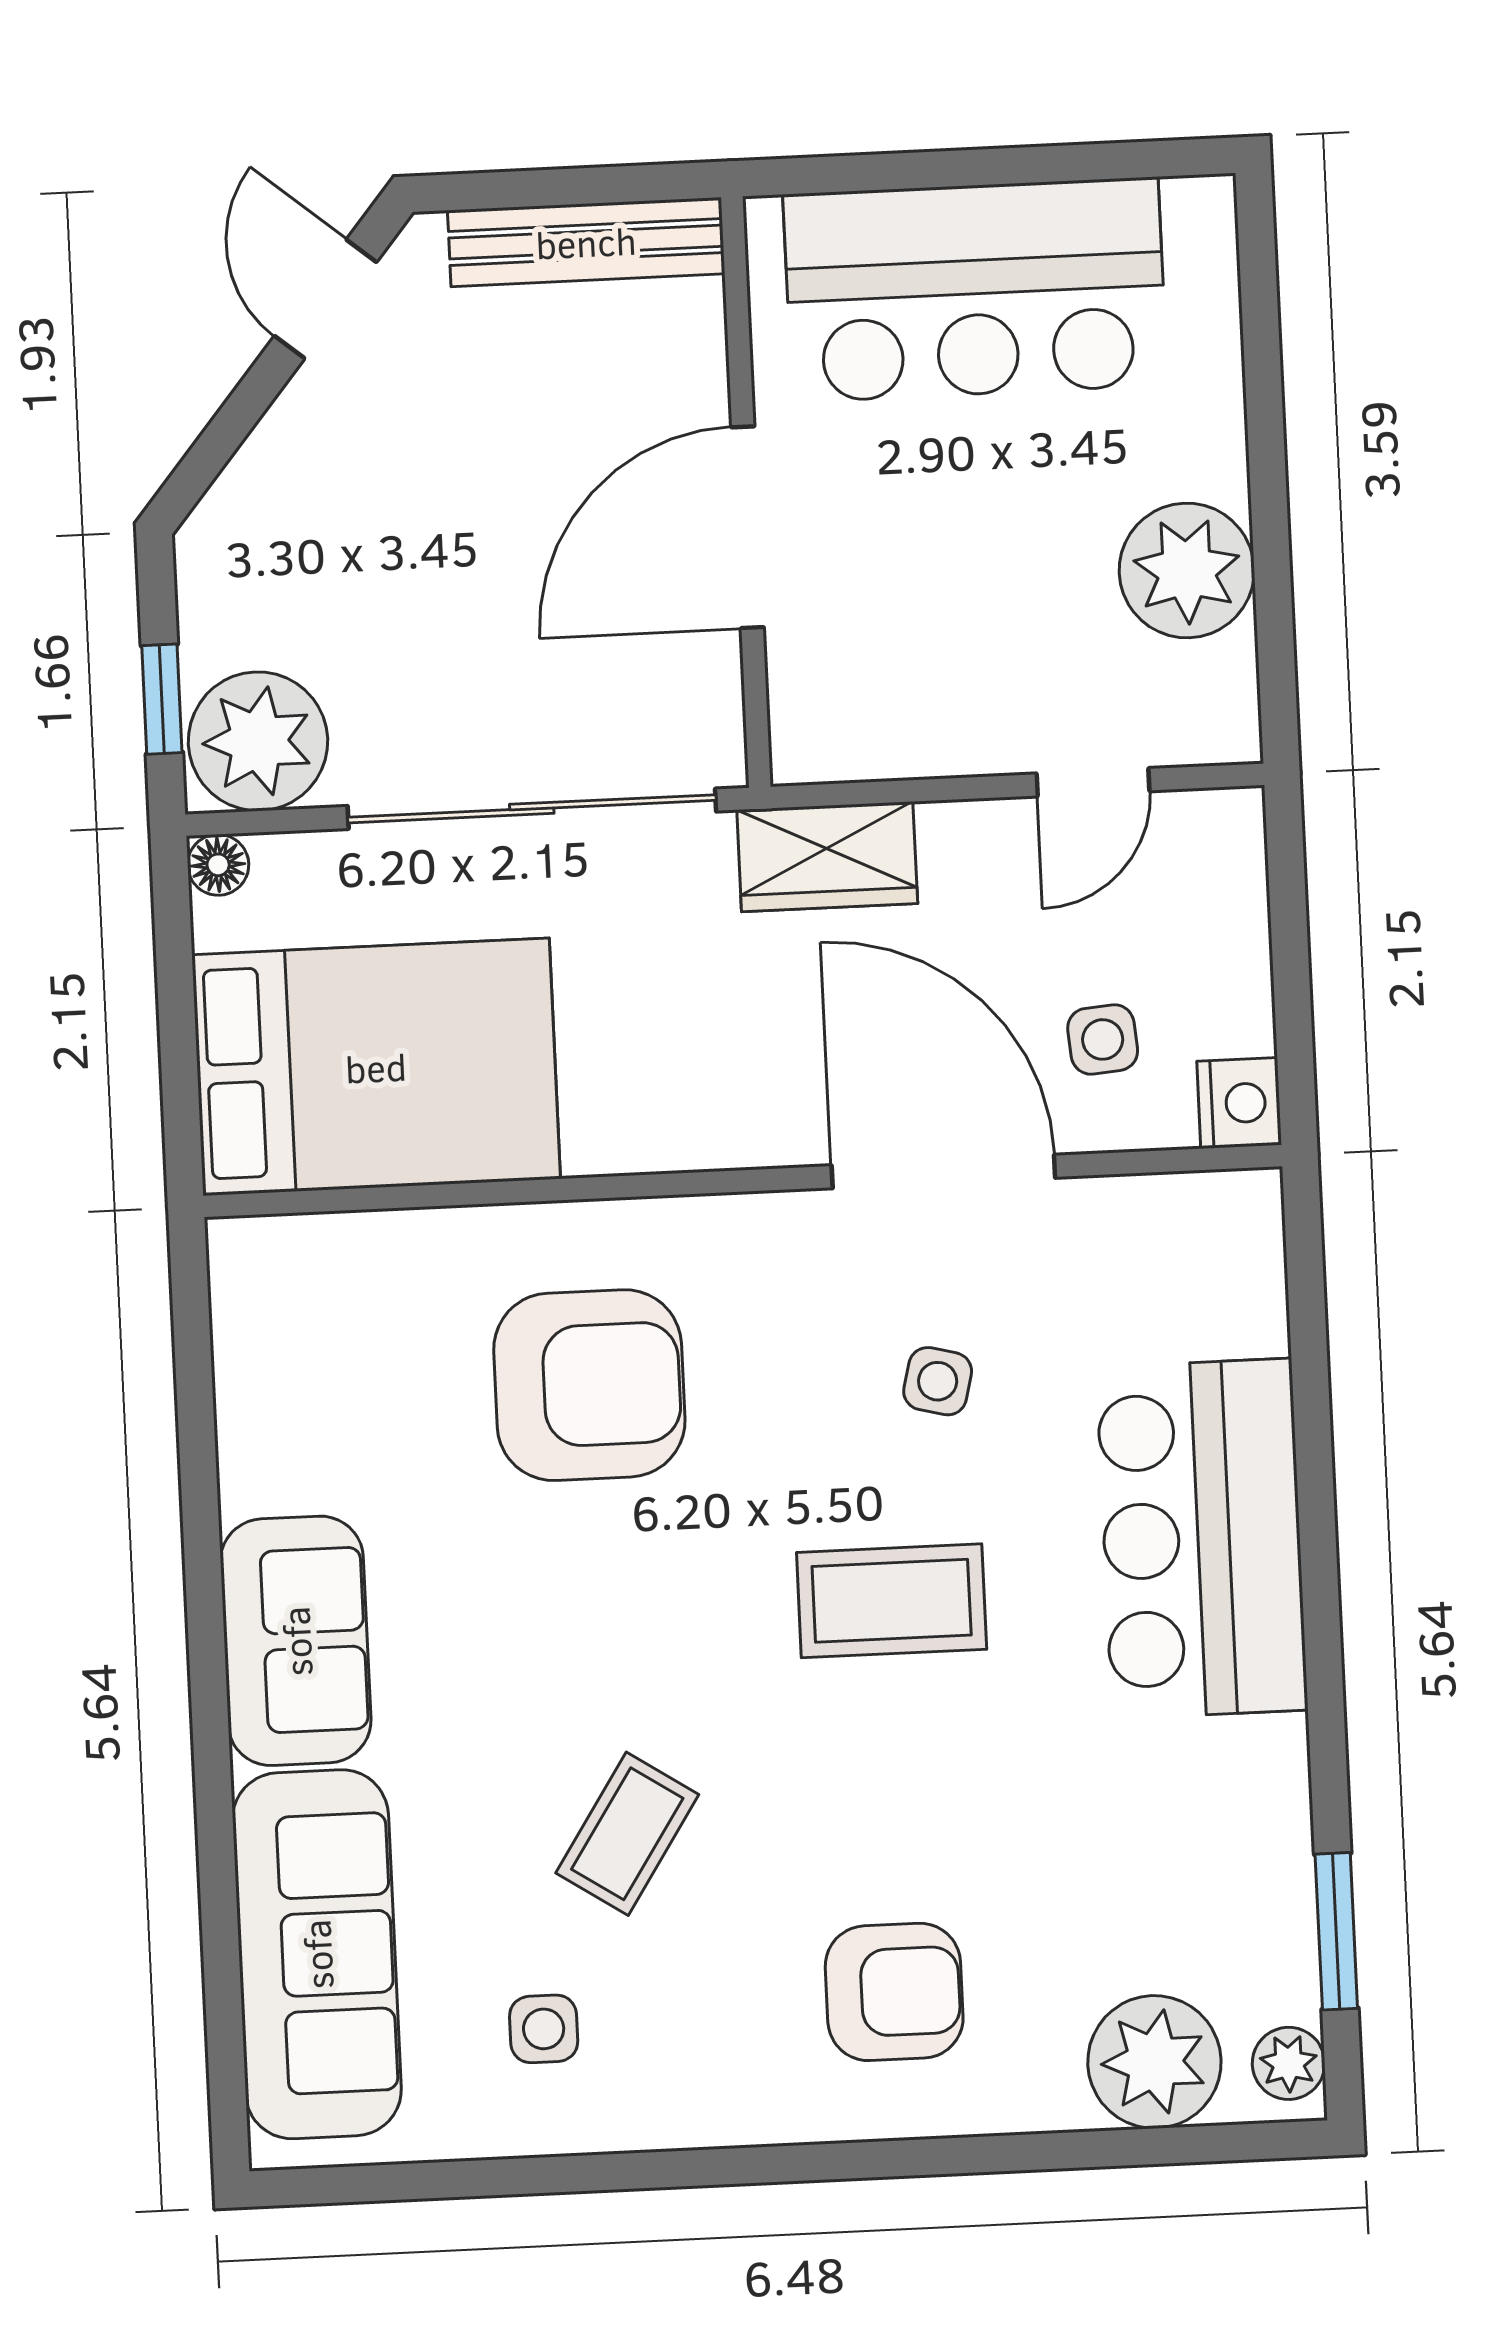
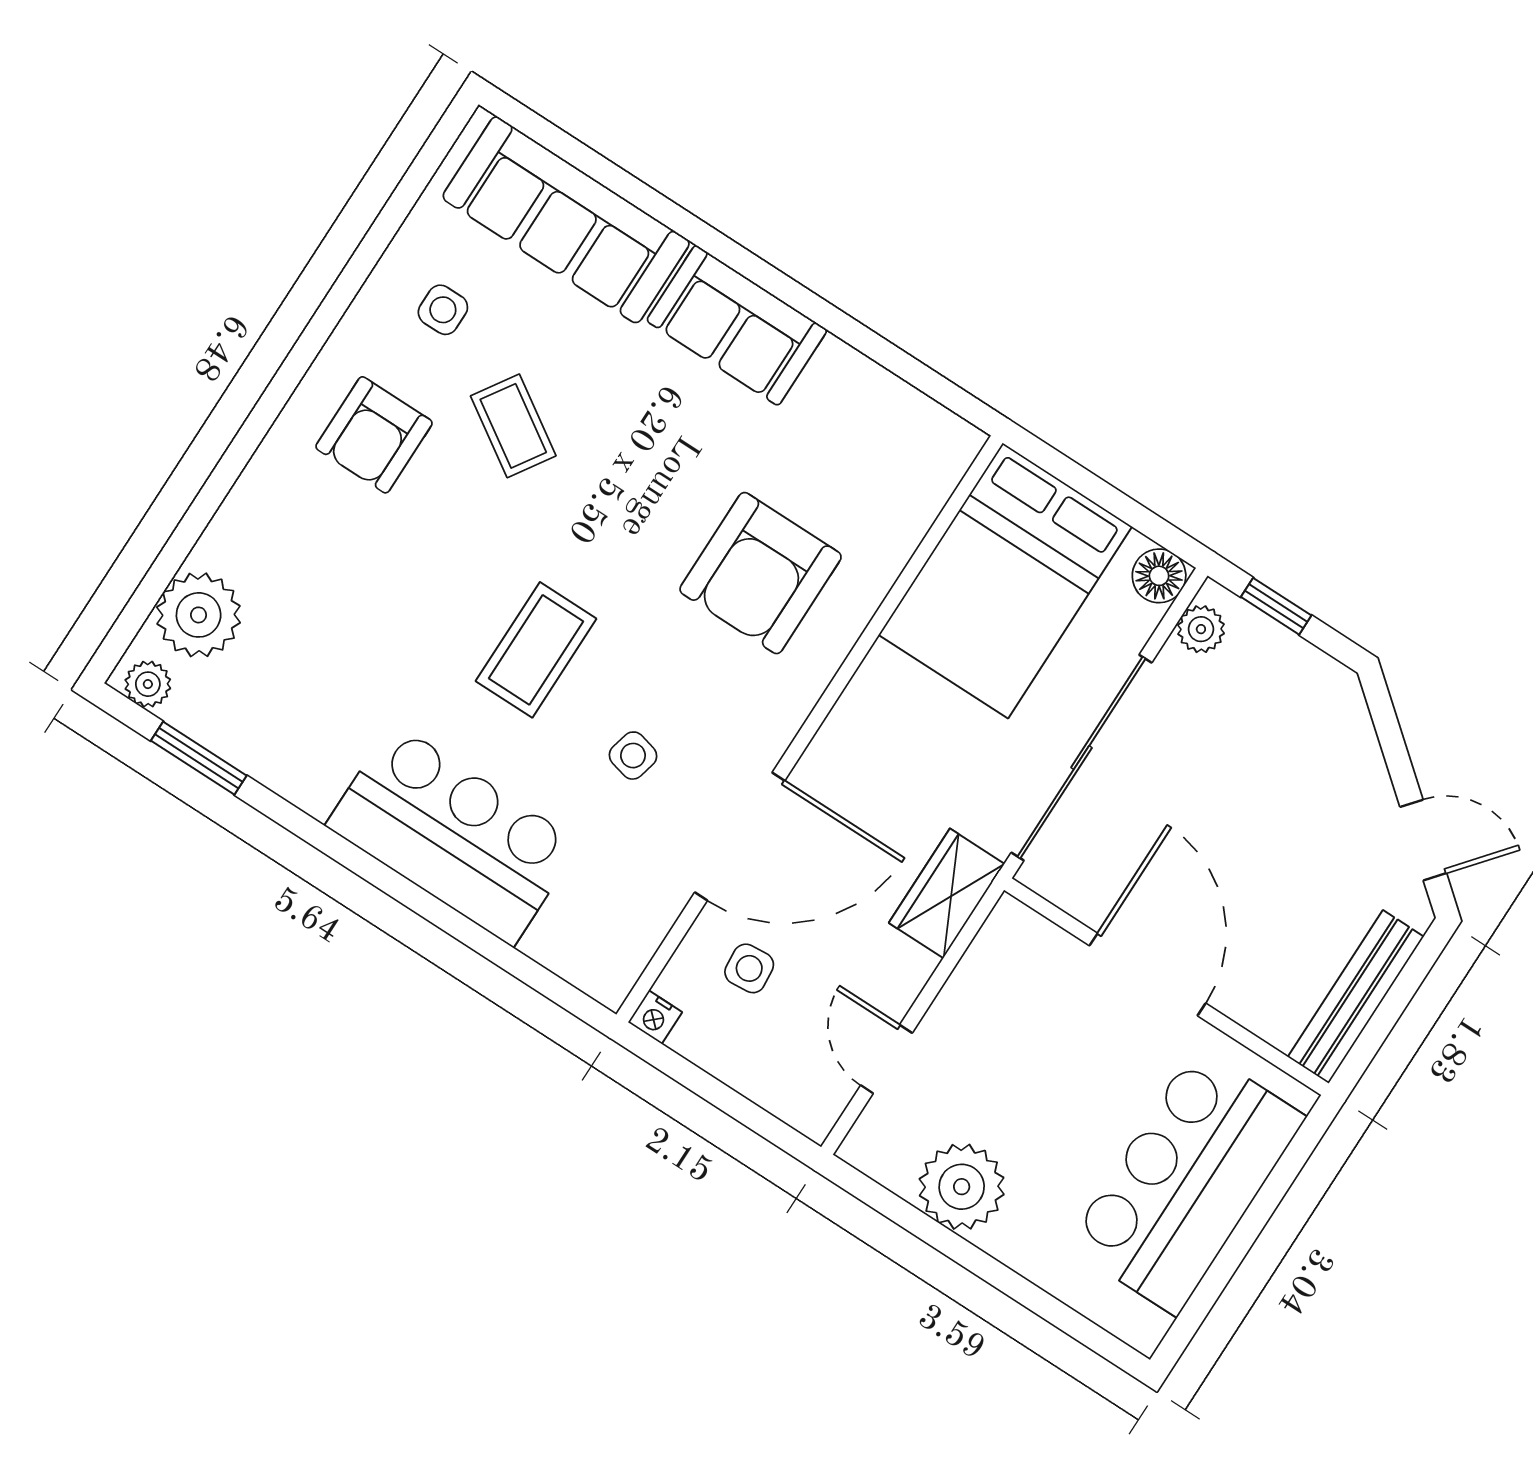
plant: (258, 741) -> (1201, 629), width x0.53, depth x0.53
floor lamp: (218, 865) -> (1159, 576), width x1.37, depth x1.37
nightstand: (1239, 1103) -> (655, 1017), width x0.72, depth x0.74
armchair: (894, 1992) -> (374, 435), moved

